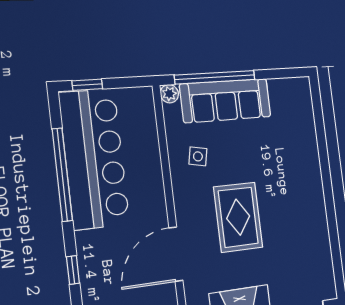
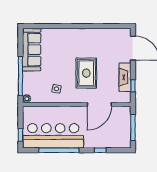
sofa: (226, 100) -> (32, 50), moved
rug: (238, 217) -> (86, 73), turned 90
door: (176, 254) -> (99, 104), hinge flipped

